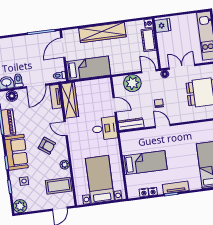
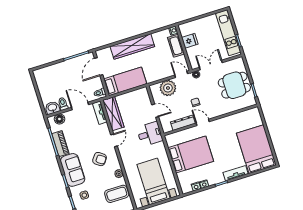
fridge: (163, 26) -> (190, 41), moved
door: (36, 86) -> (80, 106), swing flipped
dresser: (131, 124) -> (183, 123), moved
door: (66, 129) -> (114, 140), swing flipped
bed: (145, 163) -> (191, 155), width x1.50
tv unit: (176, 187) -> (236, 173), moved

